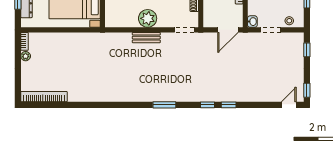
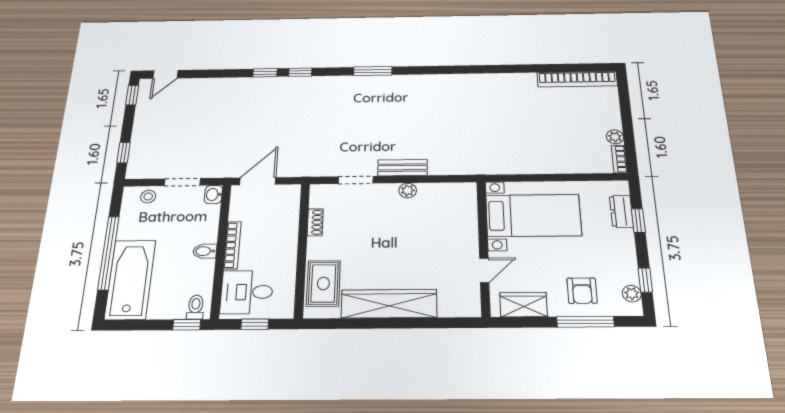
plant: (148, 18) -> (408, 190), width x0.53, depth x0.53
doorway: (185, 30) -> (356, 180), moved

